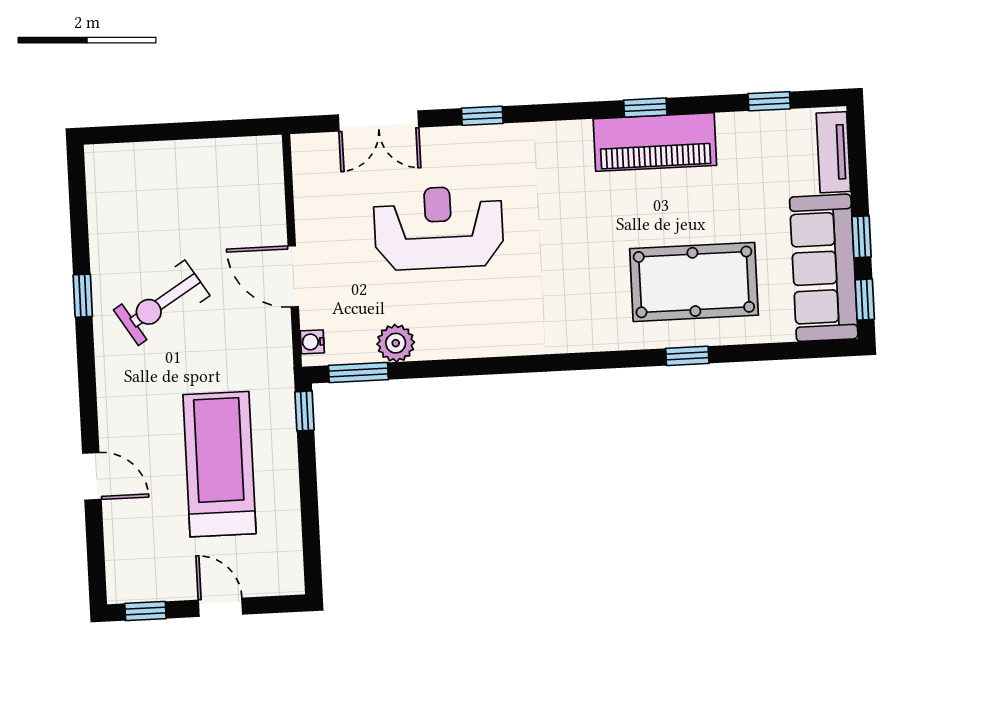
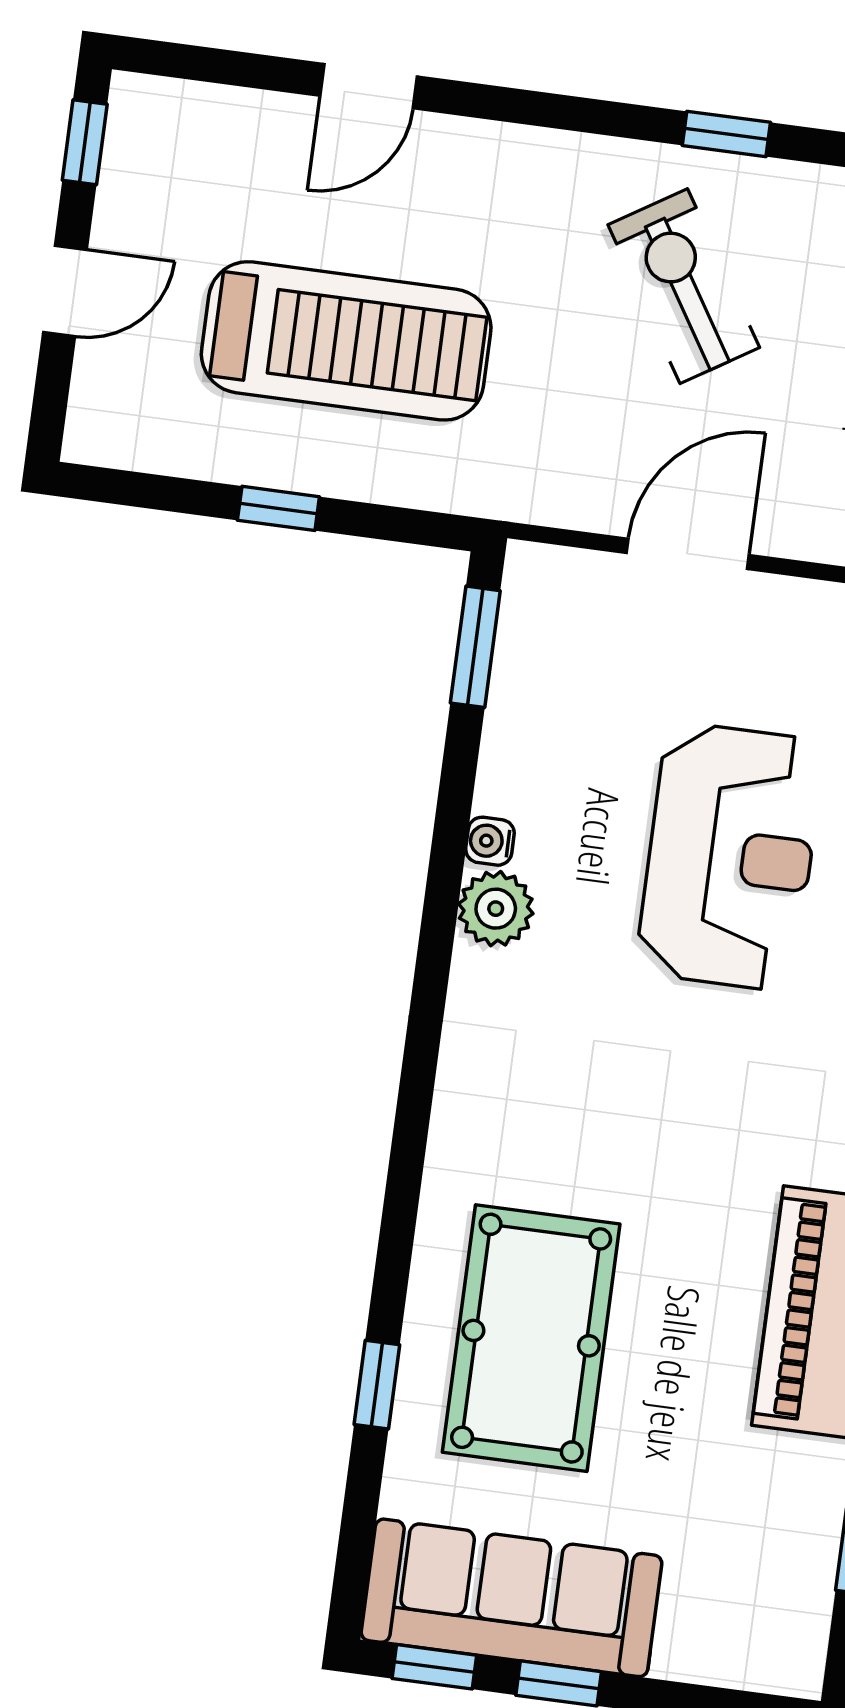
tv unit: (833, 152) -> (735, 1659), removed
water cooler: (312, 342) -> (490, 841), moved, turned -90
plant: (396, 343) -> (496, 909), moved
window: (687, 356) -> (377, 1385), moved
window: (305, 411) -> (278, 508), moved

